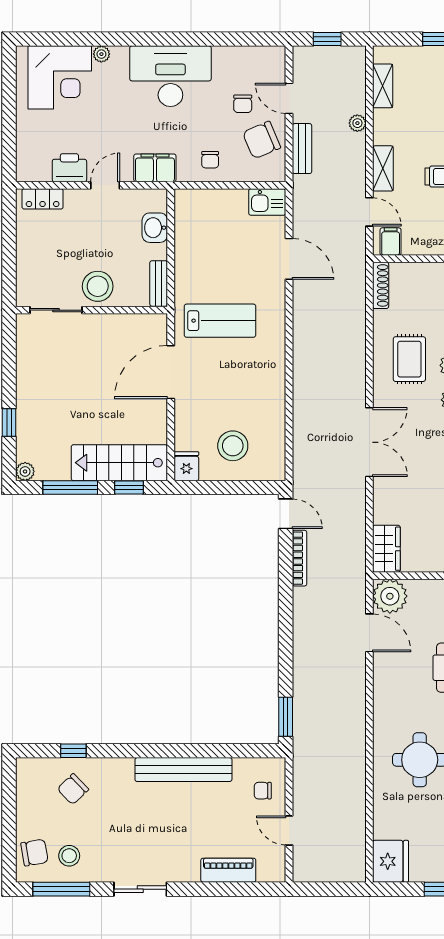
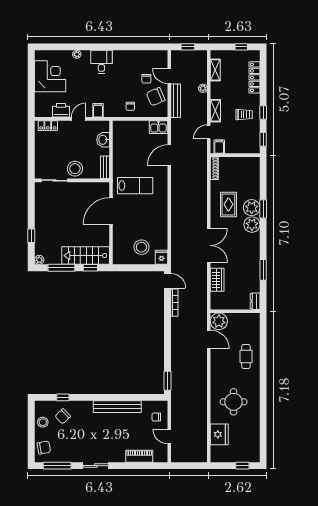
desk: (170, 76) -> (101, 62), width x0.53, depth x0.77
corner desk: (60, 77) -> (50, 76), moved, turned -90
bench: (302, 149) -> (176, 101), width x1.36
filing cabinet: (155, 168) -> (98, 110), width x0.50
door: (369, 212) -> (209, 132), swing flipped
door: (289, 259) -> (169, 155), swing flipped
fridge: (186, 466) -> (161, 257), moved
wardrobe: (386, 549) -> (217, 280), moved
stool: (69, 856) -> (43, 422), moved
fridge: (391, 861) -> (219, 434), moved

